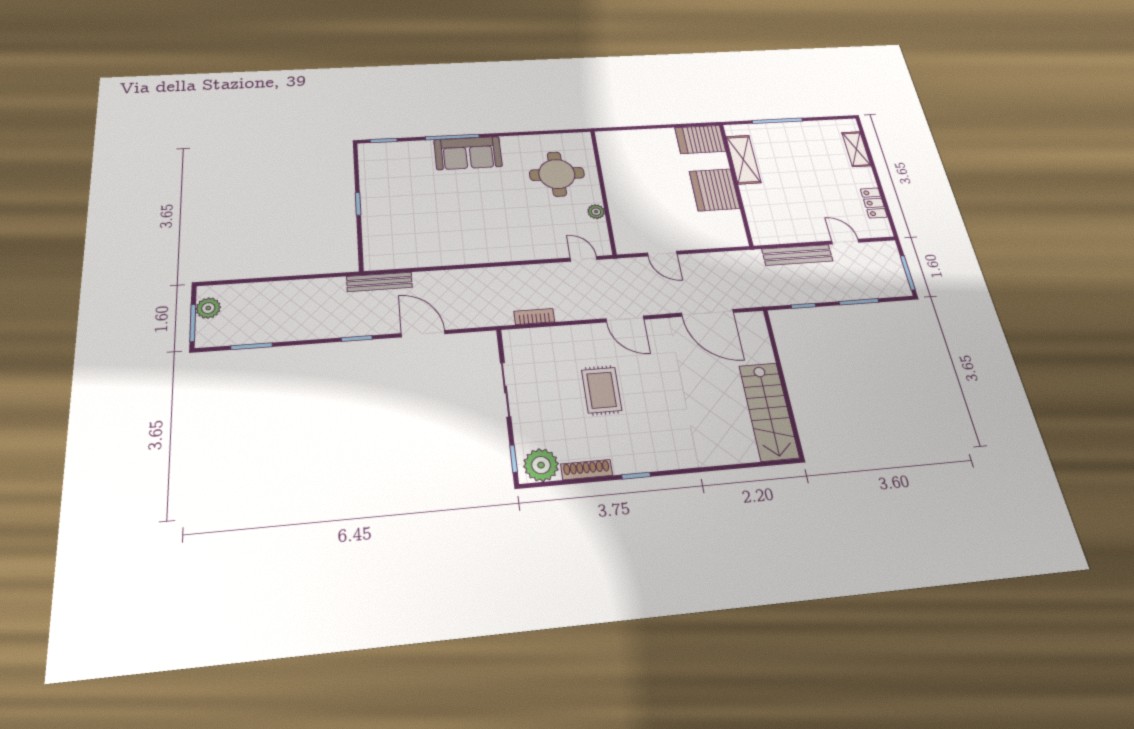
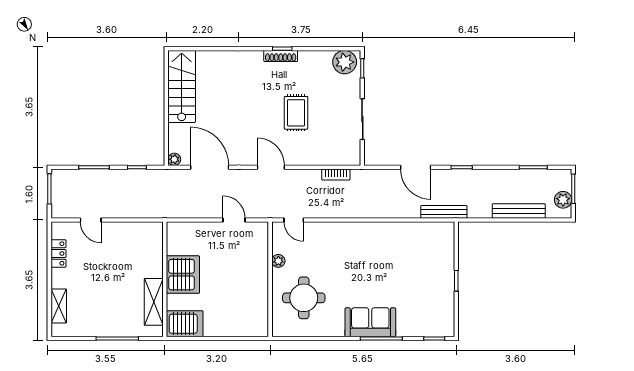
bench: (797, 255) -> (519, 211), moved
plant: (757, 319) -> (174, 159), added
shoe rack: (587, 470) -> (281, 56), moved

